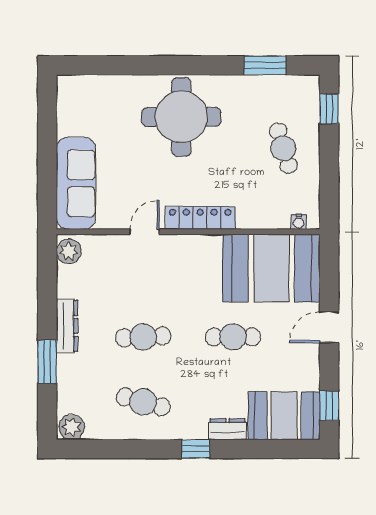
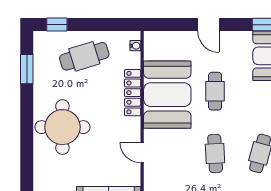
cafe table: (283, 148) -> (84, 56), width x1.37, depth x1.35
locker: (200, 218) -> (133, 93), moved
booth: (271, 268) -> (167, 95), moved

